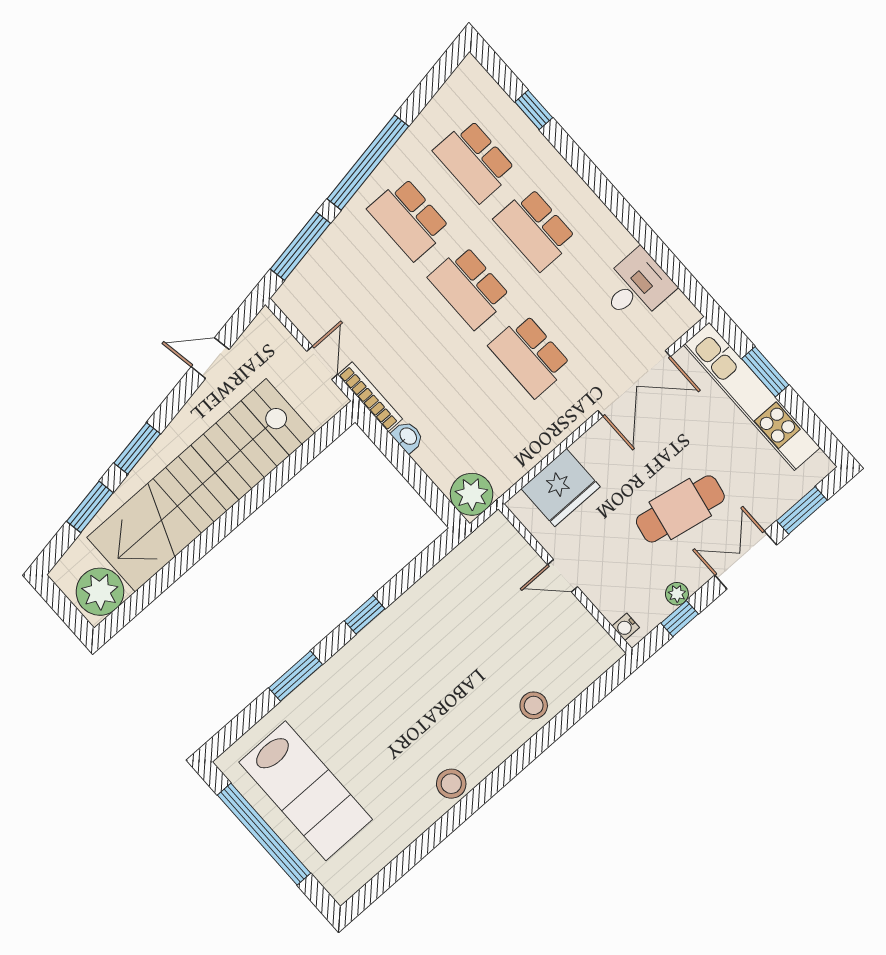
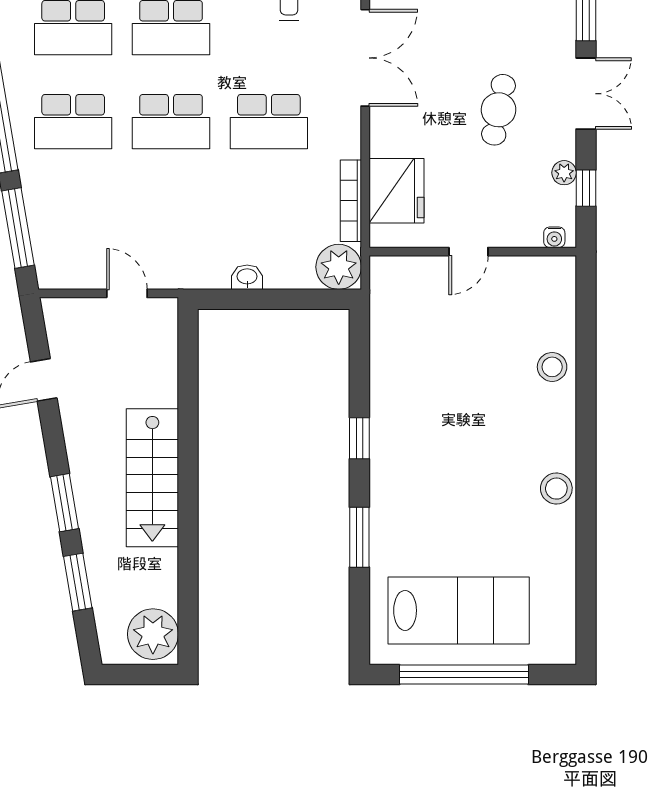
bookcase: (370, 397) -> (351, 201), moved, turned -90
stairs: (201, 485) -> (152, 478), width x0.54, depth x0.66
cafe table: (680, 509) -> (499, 110), width x0.73, depth x0.74
double door: (746, 560) -> (586, 94), swing flipped

